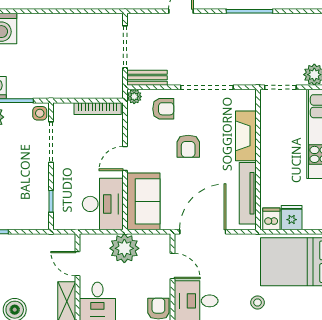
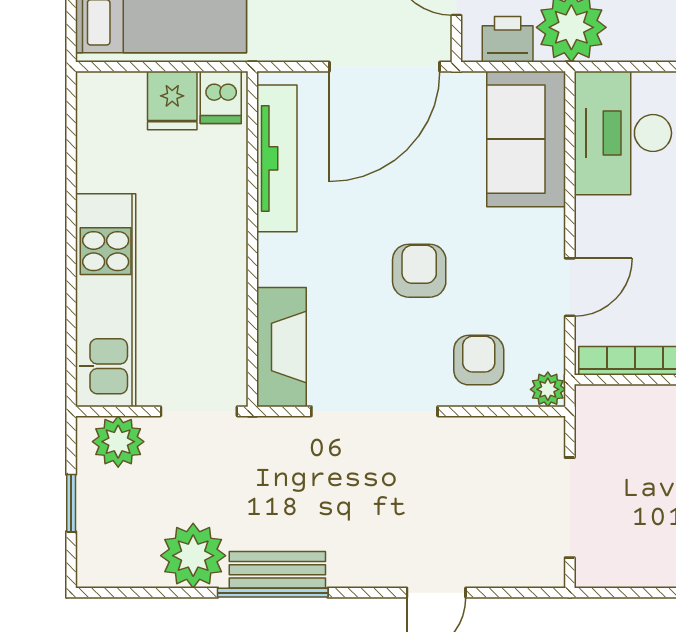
plant: (283, 27) -> (193, 556), added
bench: (147, 78) -> (277, 570), moved
armchair: (163, 109) -> (479, 360), turned 90
fireplace: (246, 136) -> (282, 347), moved
door: (125, 158) -> (570, 287), moved
printer: (151, 243) -> (508, 39), added

